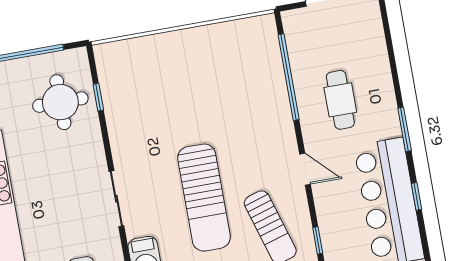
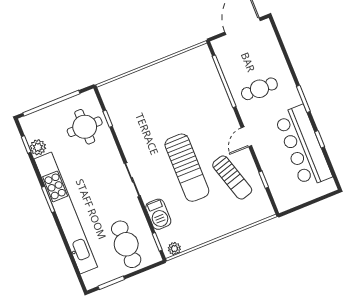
cafe table: (340, 100) -> (259, 89), turned 90
door: (305, 169) -> (246, 137), swing flipped

